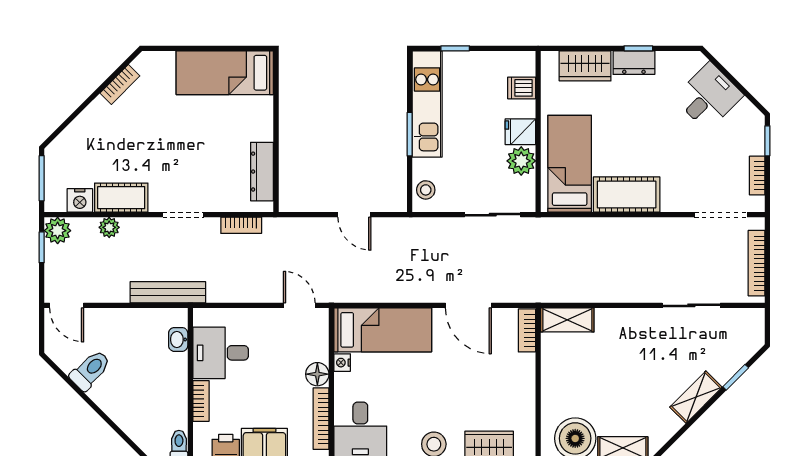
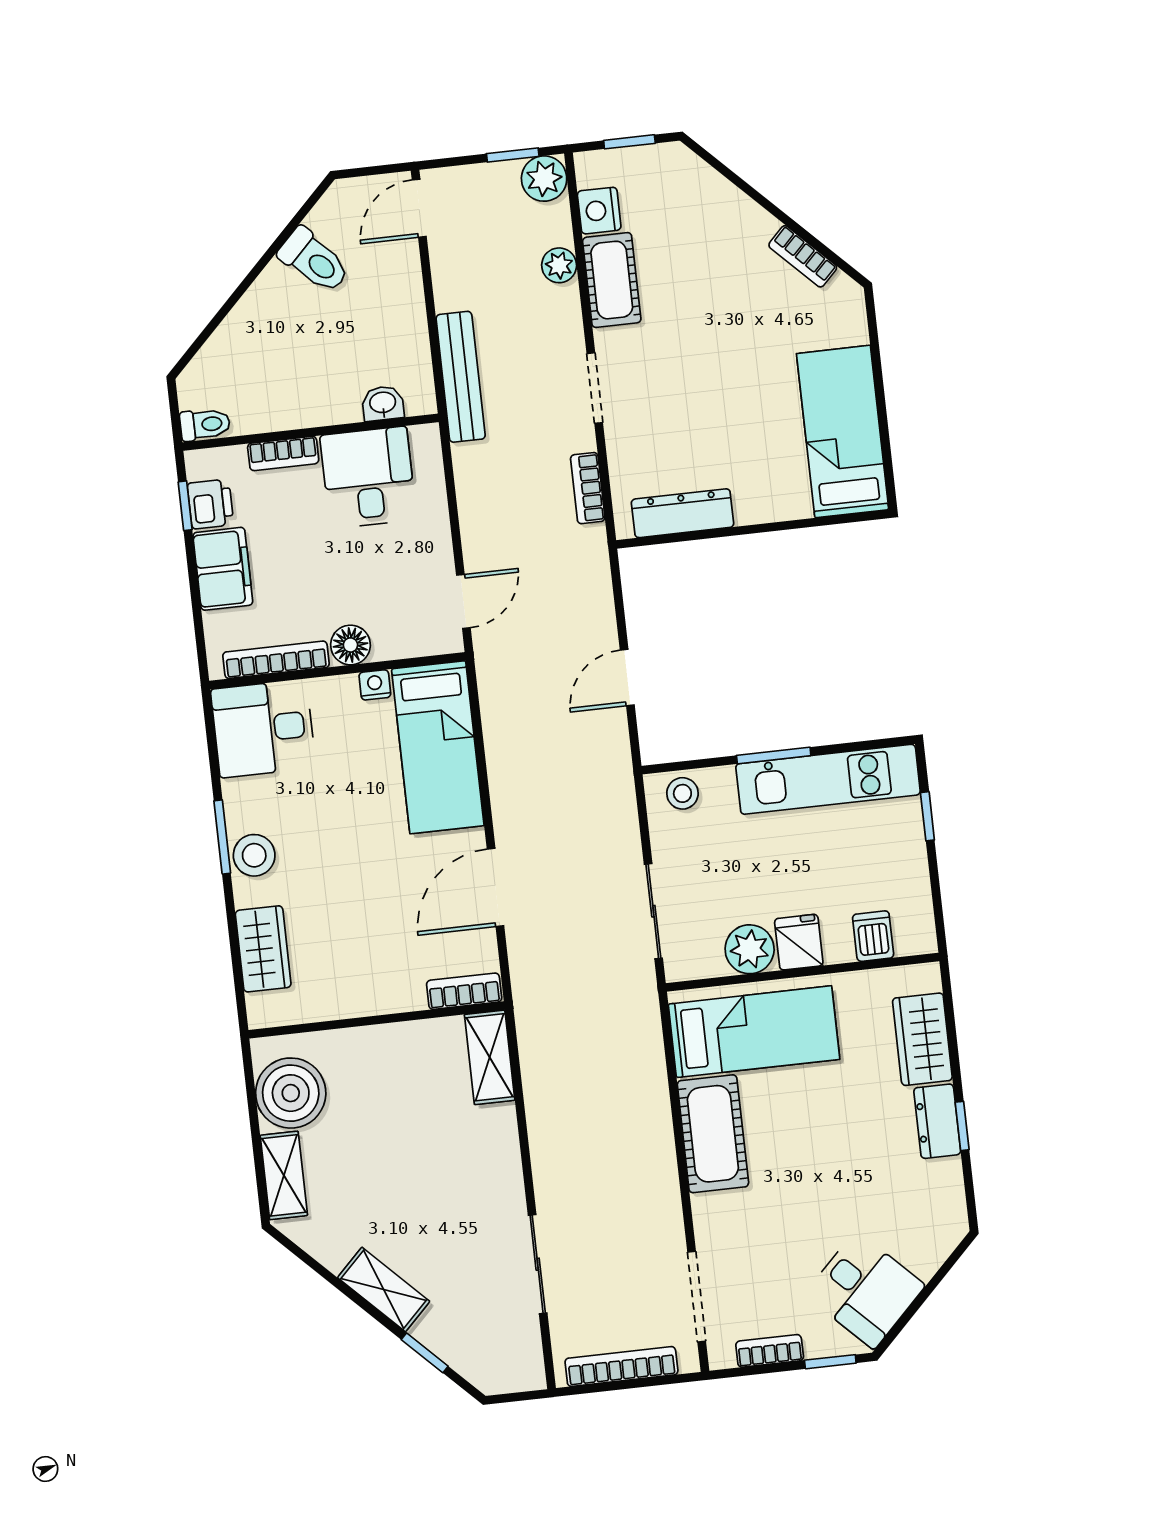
desk: (708, 97) -> (865, 1290), moved
window: (42, 178) -> (629, 142), width x0.67

